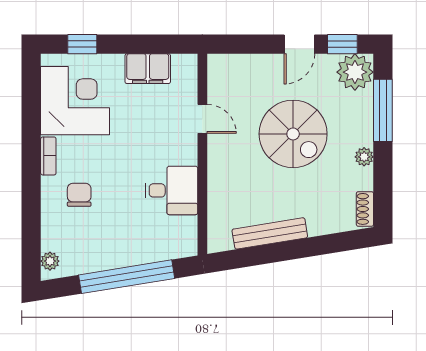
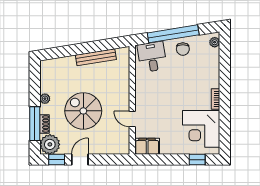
filing cabinet: (148, 69) -> (147, 146), moved
desk: (171, 190) -> (152, 57), moved, turned 81
chair: (79, 195) -> (183, 49), moved
shoe rack: (365, 209) -> (44, 124), moved

